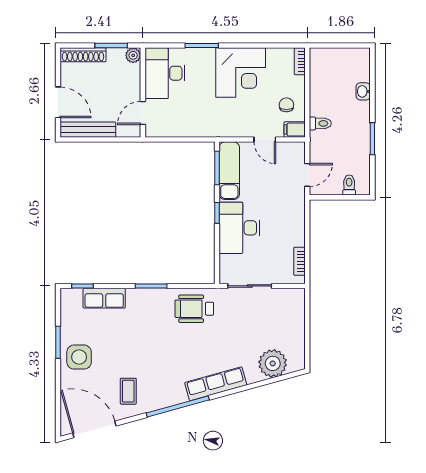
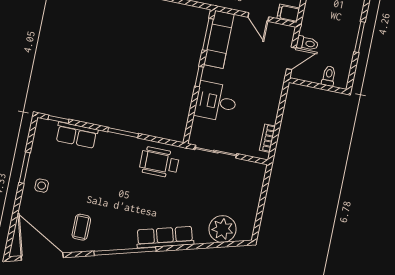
toilet: (320, 123) -> (307, 43), moved
desk: (239, 228) -> (216, 102), width x0.73
side table: (79, 357) -> (42, 186), width x0.54, depth x0.54

